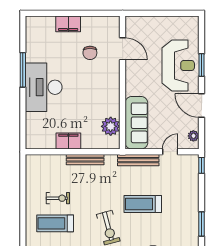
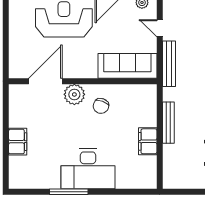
door: (123, 49) -> (45, 81), width x1.36
chair: (90, 53) -> (101, 106), moved, turned 110
plant: (111, 126) -> (74, 94), moved

